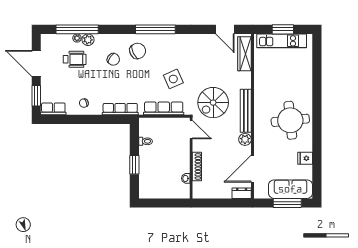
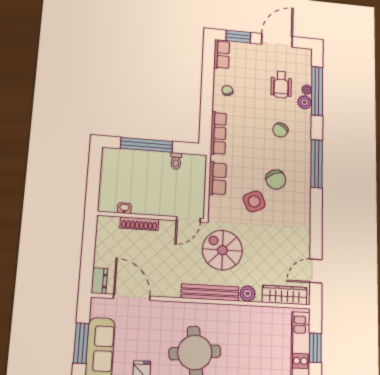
window: (155, 29) -> (317, 164), moved
chair: (138, 51) -> (276, 180), moved
row of seats: (164, 108) -> (217, 179), width x0.68
plant: (245, 139) -> (248, 294), moved
window: (134, 165) -> (147, 145), width x2.11

